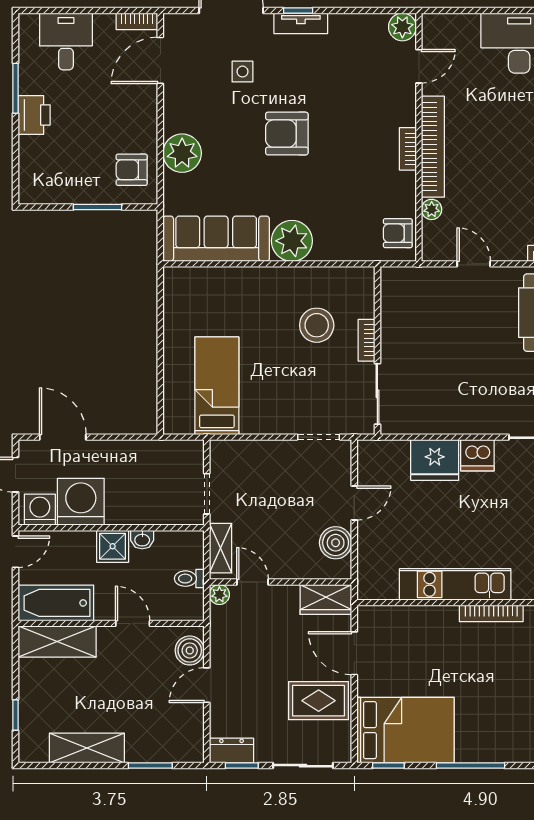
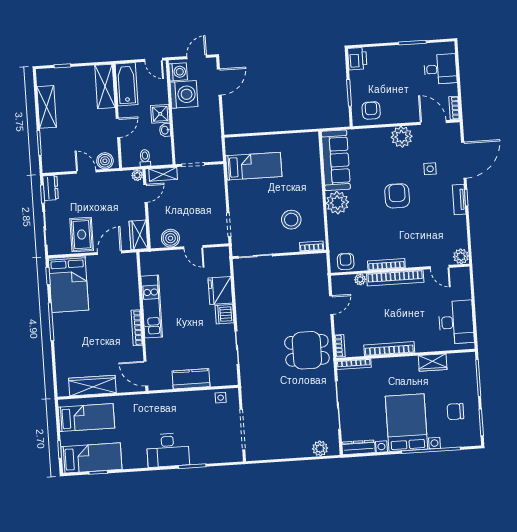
printer: (34, 115) -> (357, 59), moved, turned -90
bookcase: (408, 149) -> (386, 264), width x1.56
plant: (182, 153) -> (402, 137), moved
bookcase: (367, 340) -> (312, 246), moved

